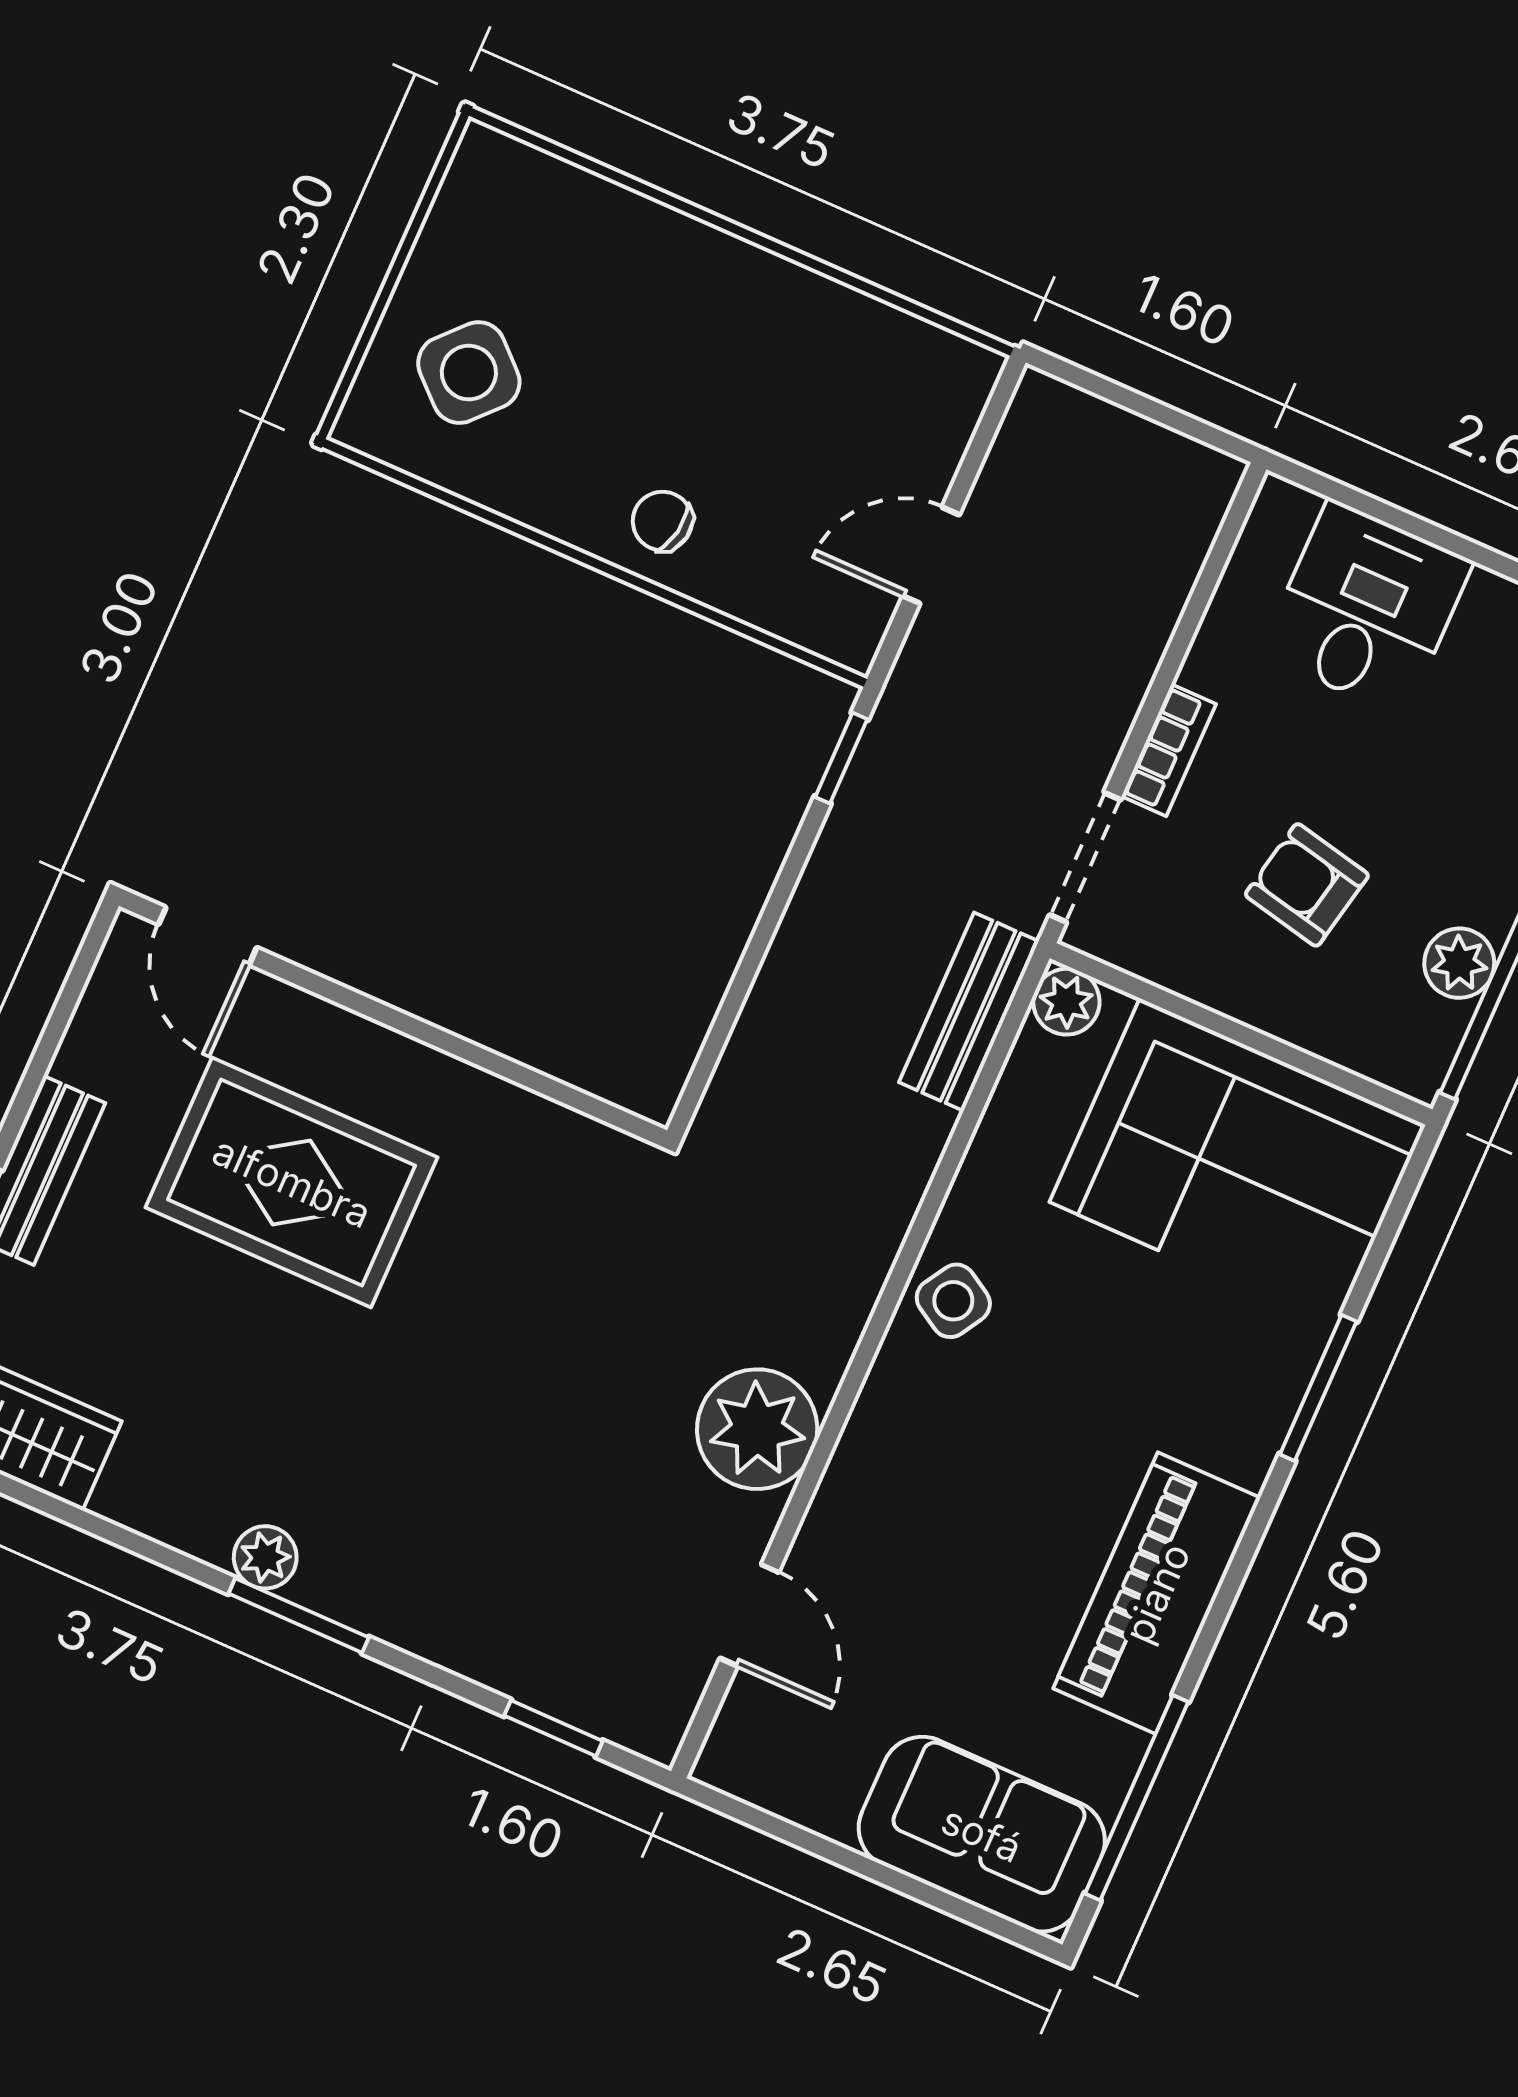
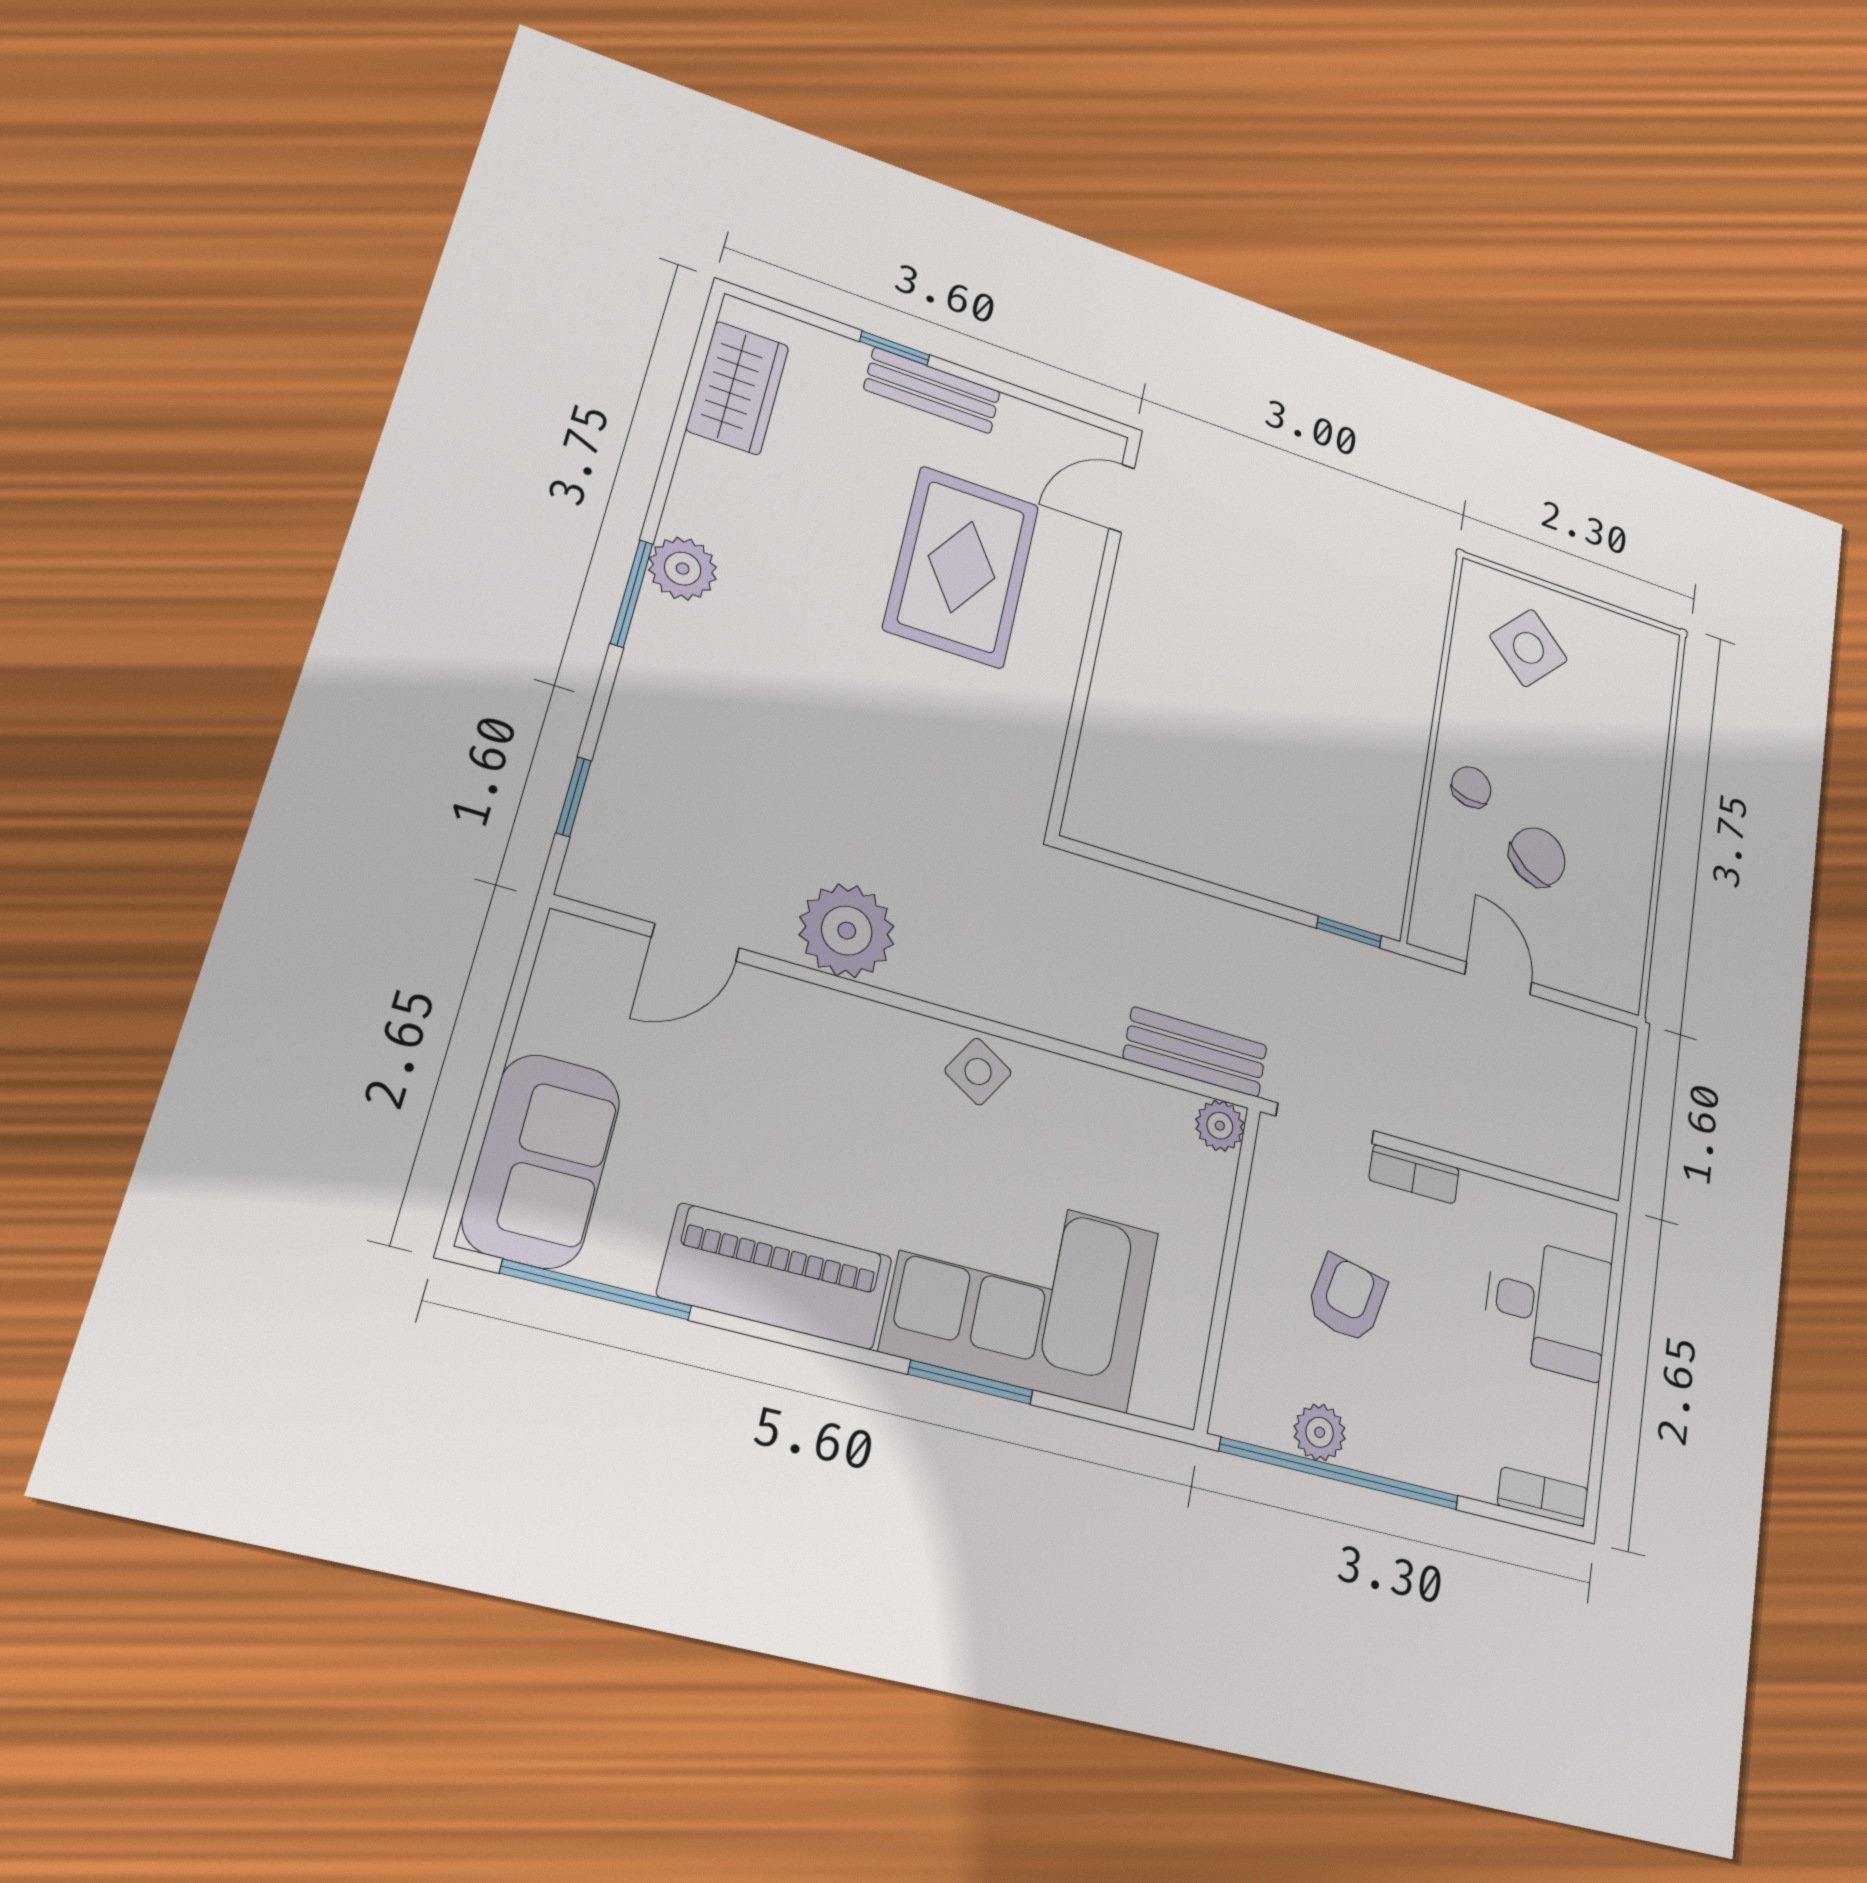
chair: (771, 447) -> (1538, 857), added
corner sofa: (1238, 1163) -> (1022, 1291), moved, turned 90
plant: (265, 1557) -> (683, 569), width x1.38, depth x1.38

